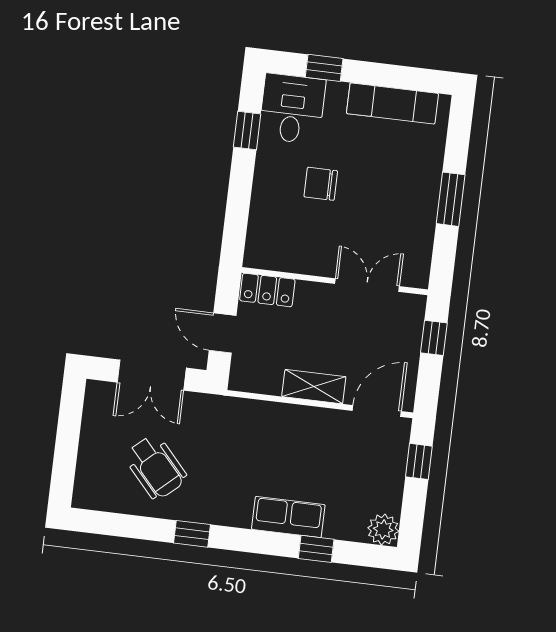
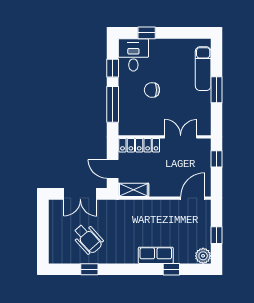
exam couch: (392, 103) -> (203, 69), moved, turned 90
window: (238, 203) -> (113, 104), added
locker: (267, 290) -> (139, 145), width x1.53
shelving: (314, 387) -> (133, 190), moved
window: (419, 461) -> (217, 235), moved
window: (192, 534) -> (89, 269), moved

